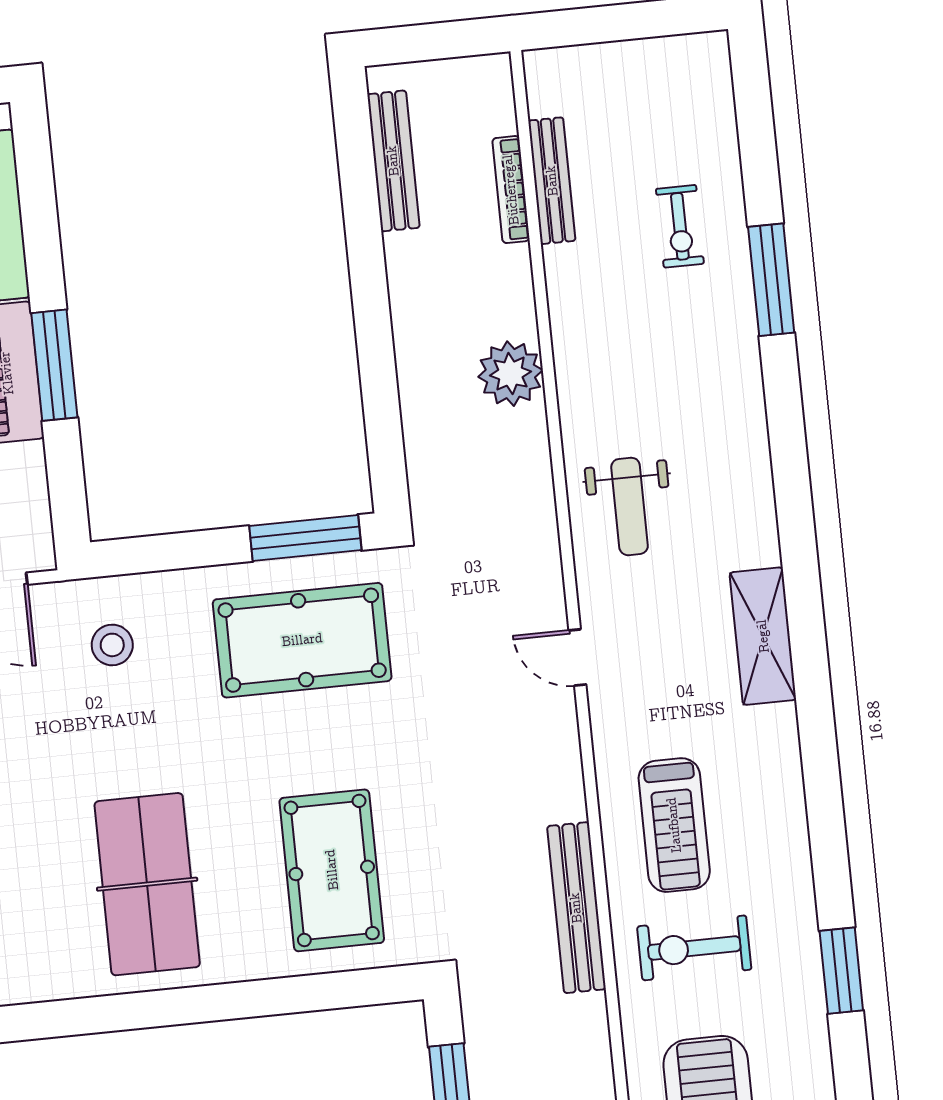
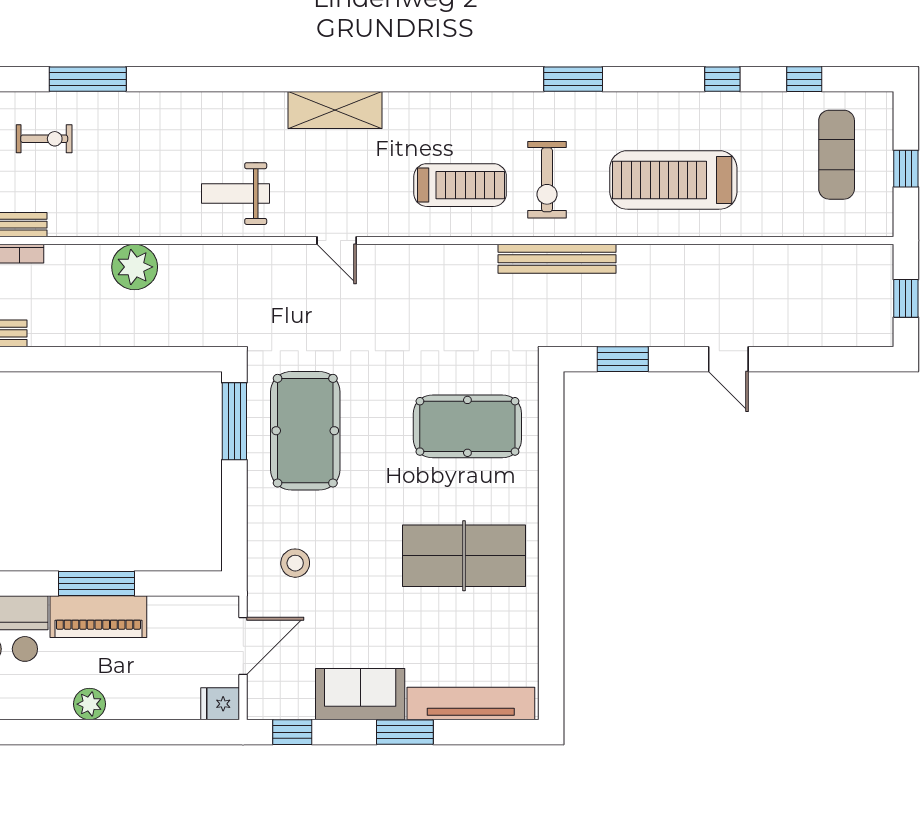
weight bench: (630, 506) -> (235, 194), turned 180
door: (577, 657) -> (337, 240), hinge flipped
bench: (576, 908) -> (557, 259), moved

